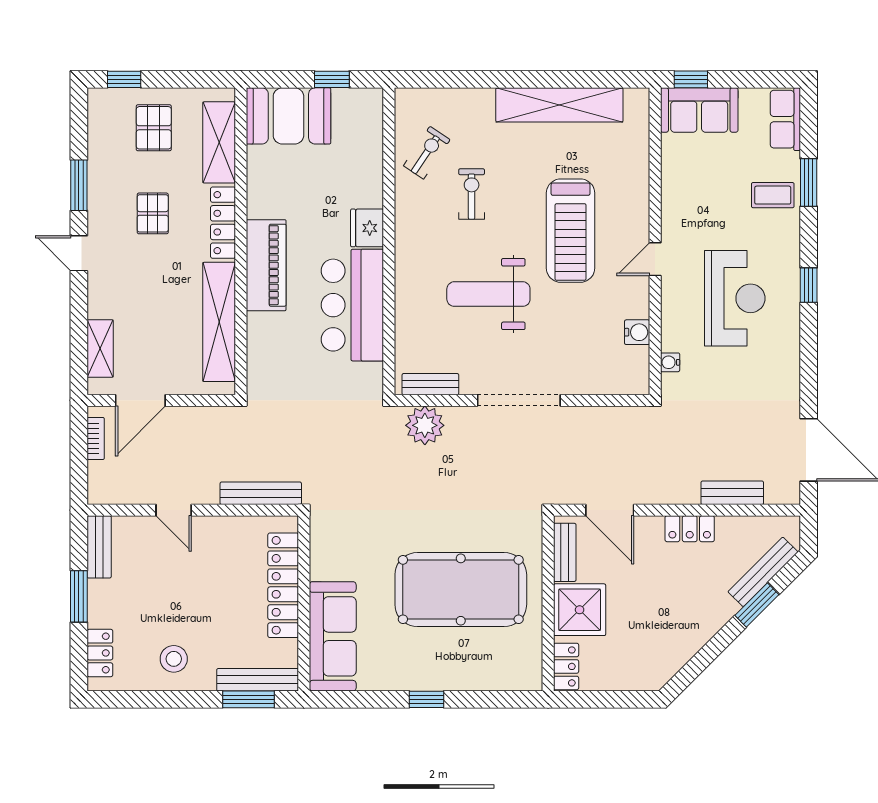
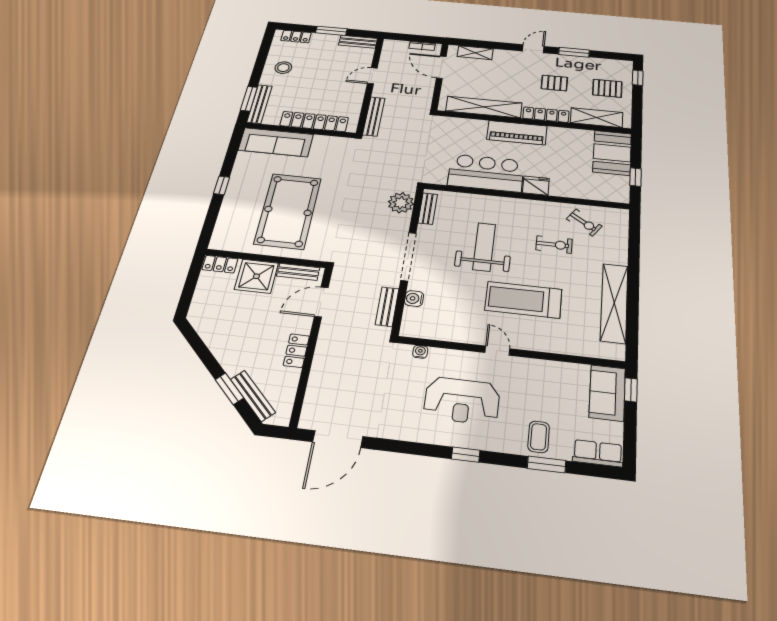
water cooler: (637, 332) -> (414, 299), moved, turned 90
bench: (732, 493) -> (387, 307), moved

